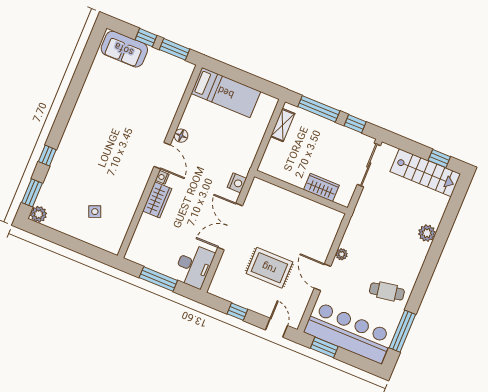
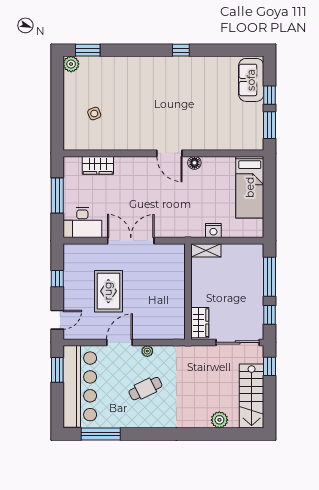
shelving: (283, 125) -> (206, 250), moved
window: (47, 156) -> (181, 50), moved
door: (162, 156) -> (169, 153), hinge flipped
window: (439, 158) -> (270, 366), moved
nightstand: (162, 177) -> (150, 161), removed
nightstand: (237, 183) -> (213, 231), moved
wardrobe: (321, 187) -> (200, 323), moved
wardrobe: (157, 200) -> (98, 165), moved
plant: (427, 233) -> (219, 420), moved
cafe table: (387, 291) -> (145, 389), moved, turned 74

